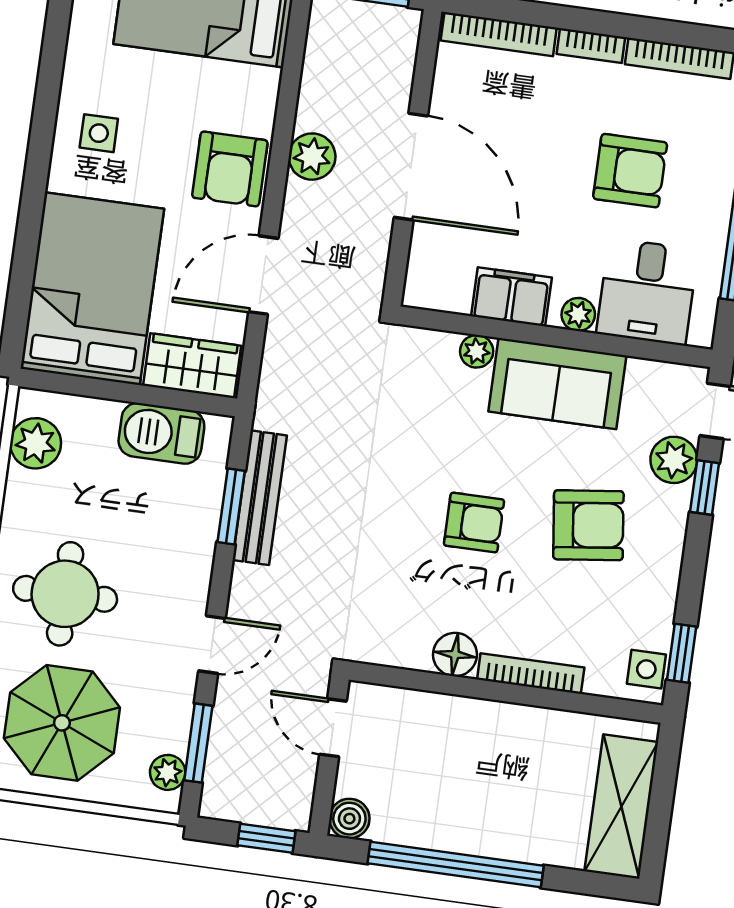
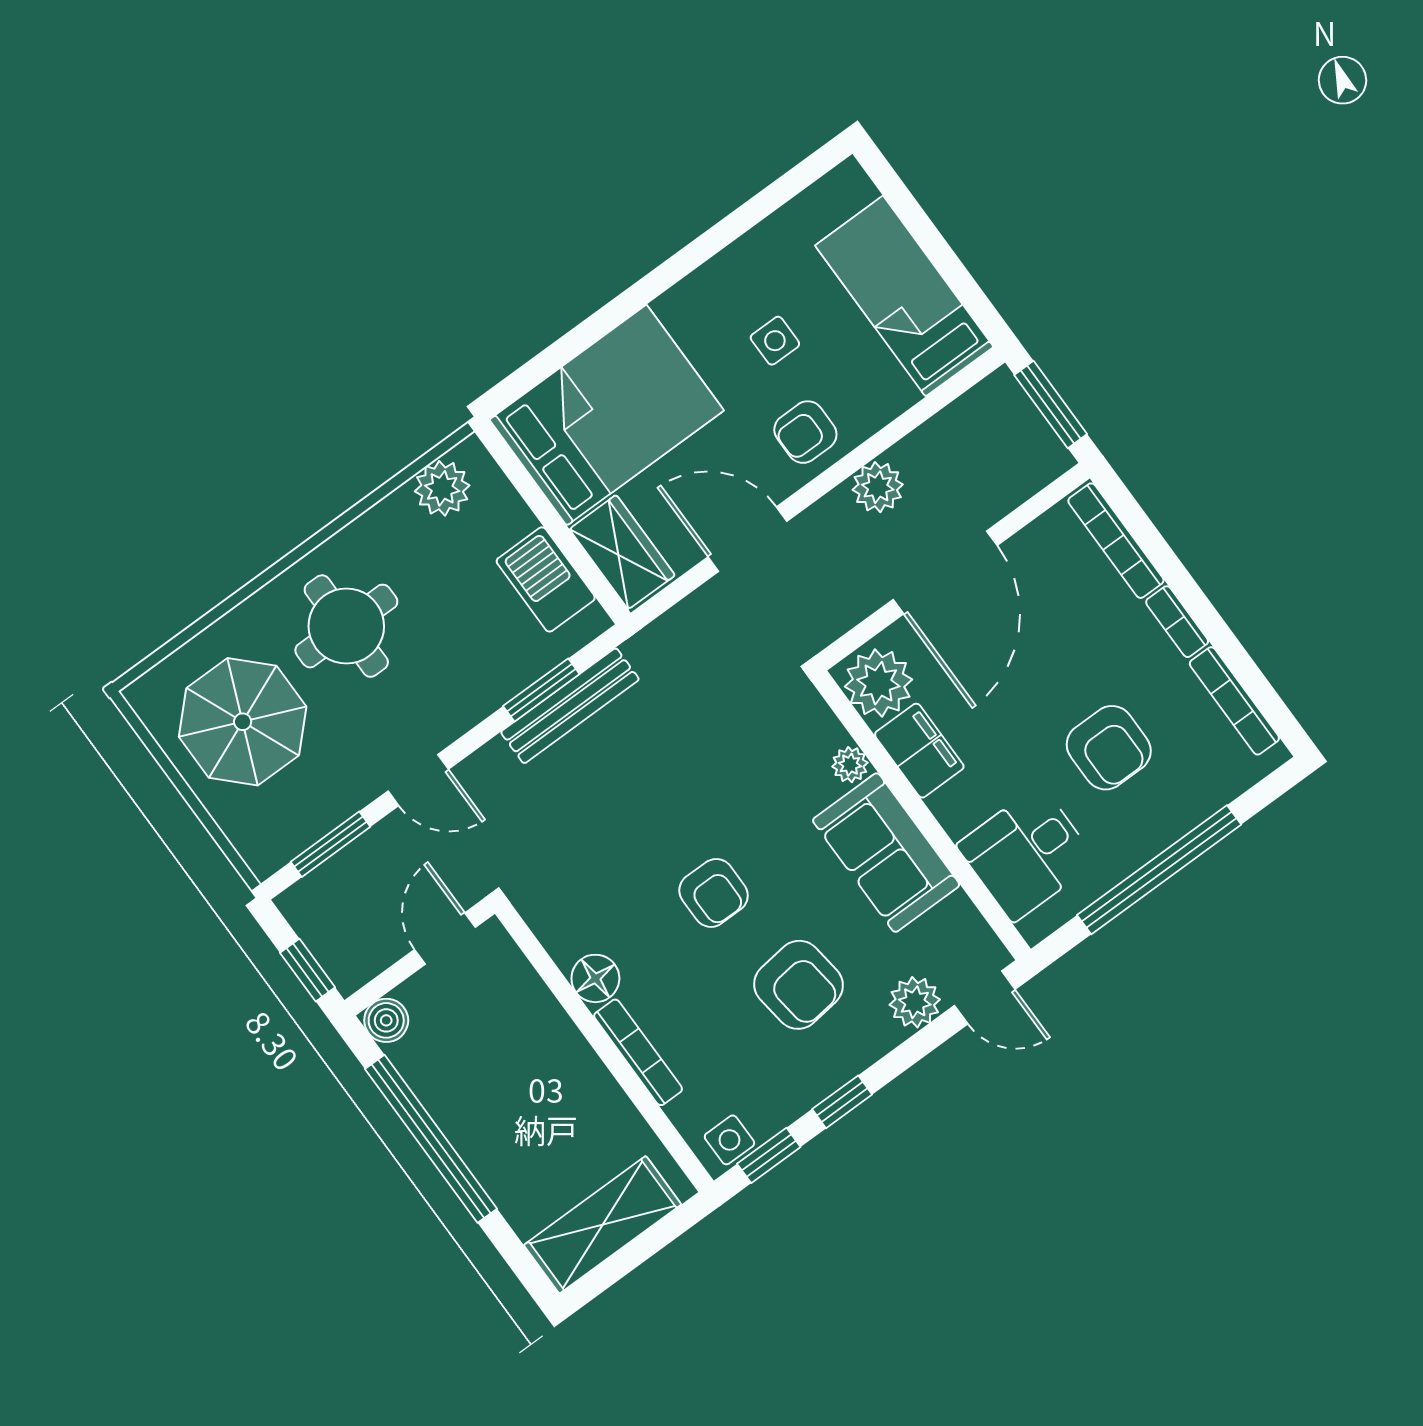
side table: (99, 133) -> (775, 341), moved
armchair: (230, 169) -> (805, 432), width x0.72, depth x0.72
plant: (578, 314) -> (878, 683), moved, width x1.88, depth x1.88
window: (705, 488) -> (842, 1102), moved
plant: (168, 772) -> (284, 842), removed

